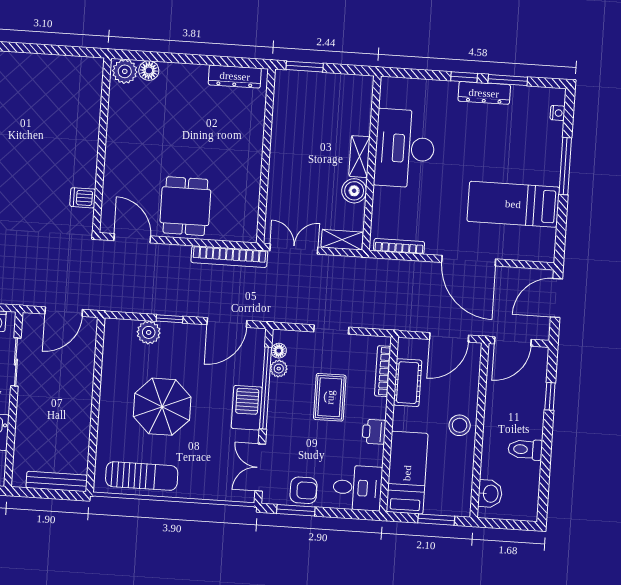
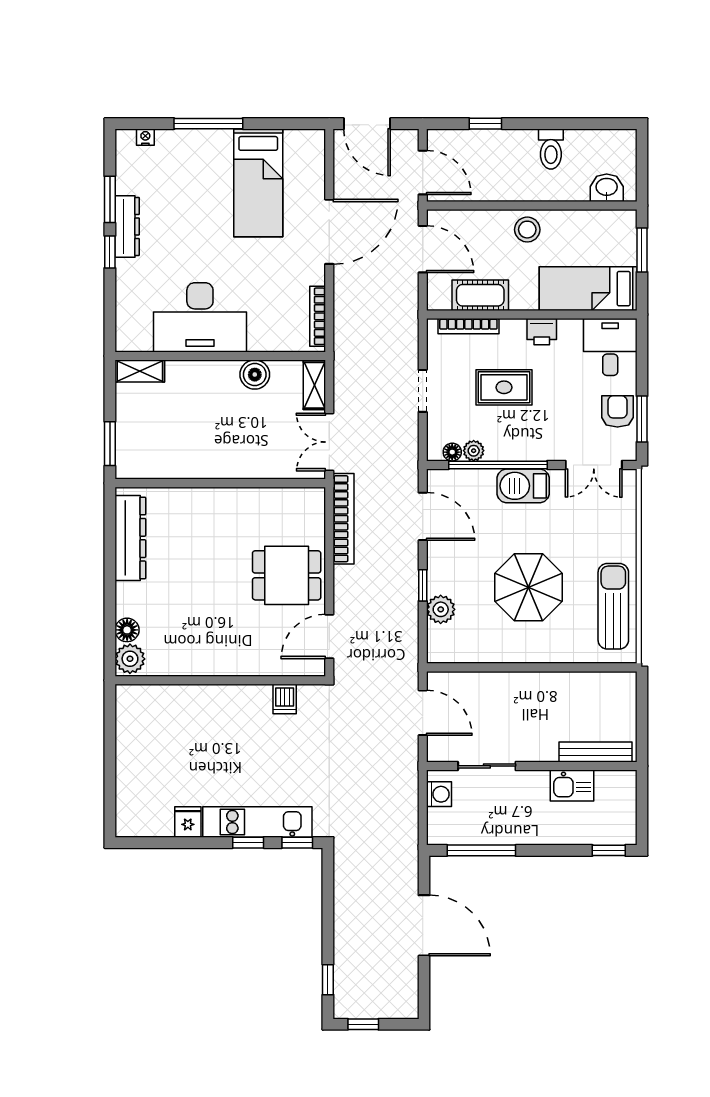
dresser: (235, 76) -> (130, 538), width x1.37, depth x1.24
shelving: (359, 157) -> (140, 371), moved
bench: (57, 482) -> (595, 752), moved, turned 90

